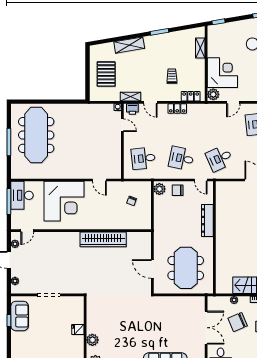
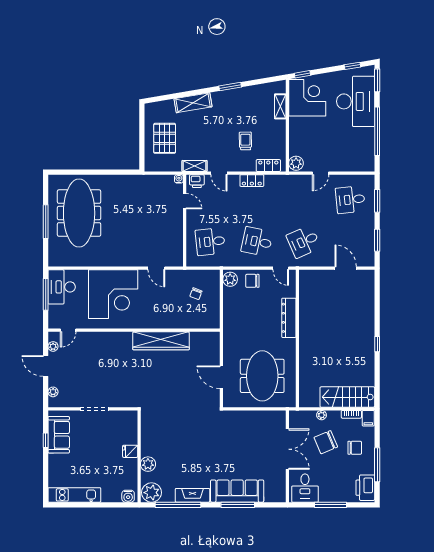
corner desk: (222, 73) -> (307, 98), moved

